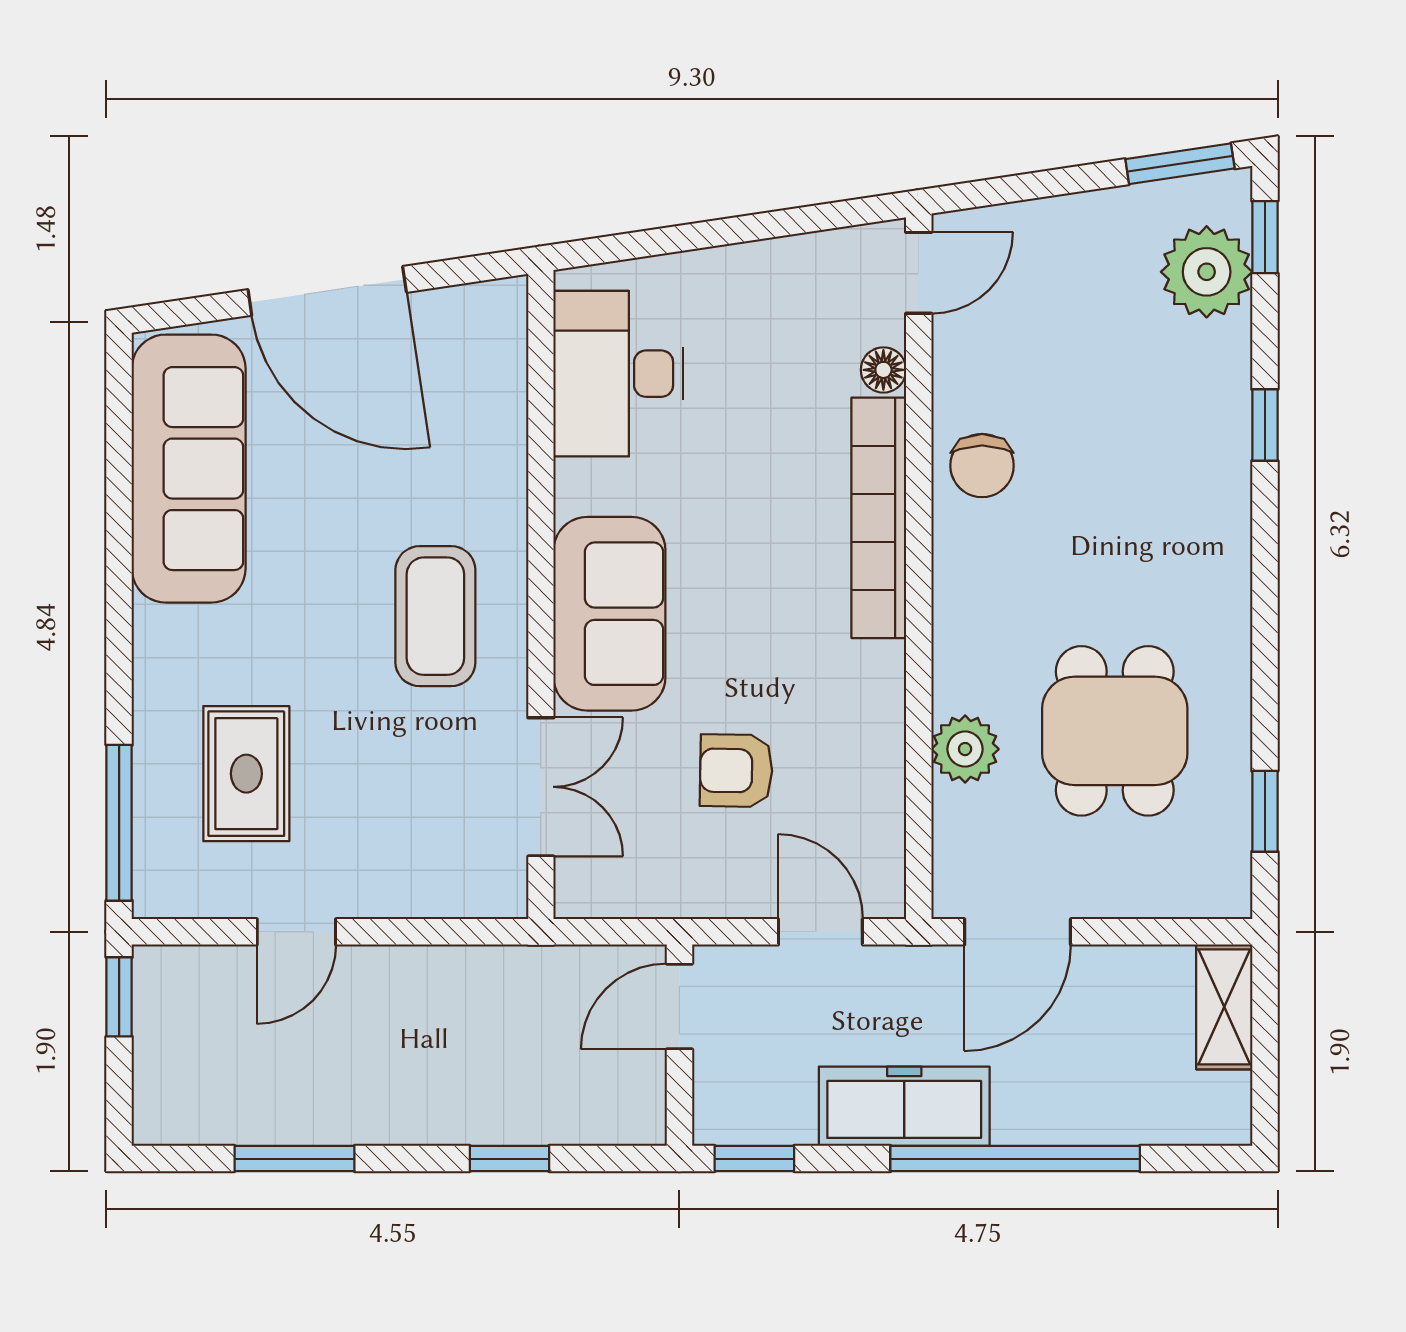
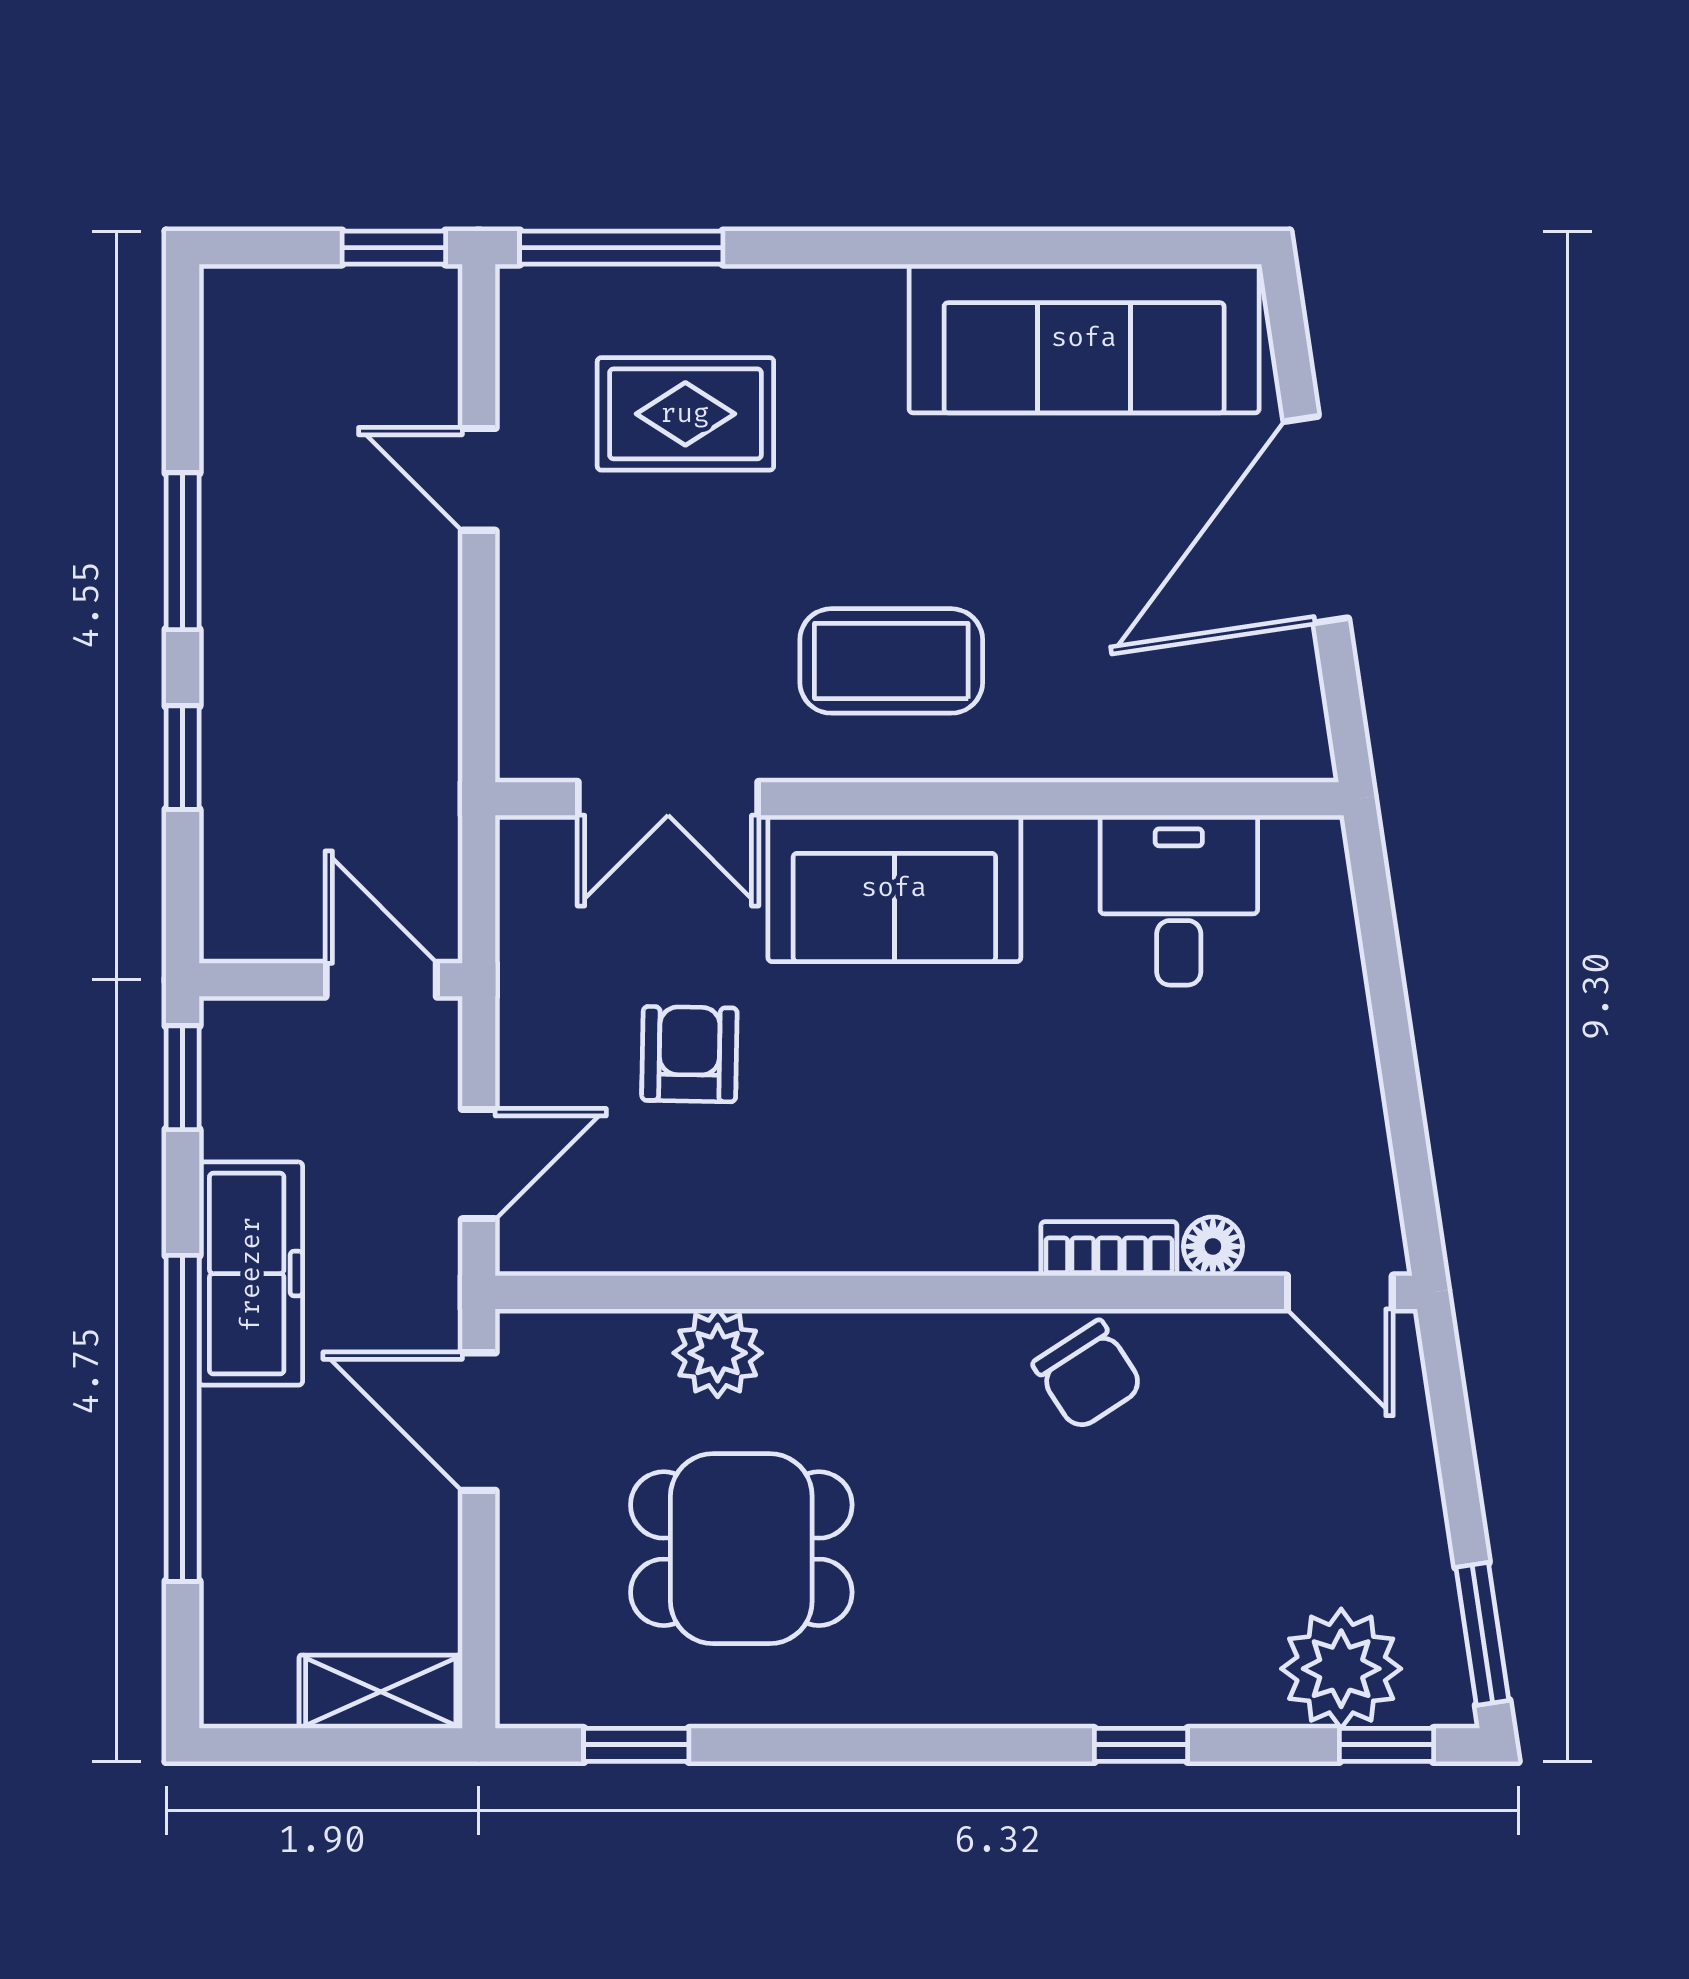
desk: (618, 374) -> (1179, 900), width x0.73
chair: (982, 466) -> (1088, 1375), turned -123
bookcase: (879, 518) -> (1109, 1249), width x0.43, depth x0.76
window: (295, 1159) -> (183, 551), moved

